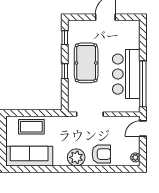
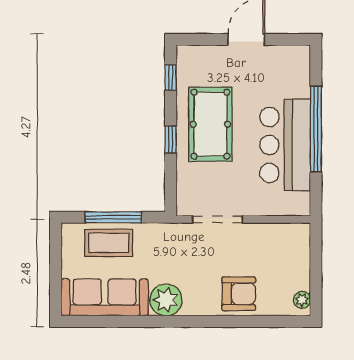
window: (143, 84) -> (316, 129), moved
window: (34, 113) -> (113, 217), added
door: (143, 129) -> (316, 246), removed
plant: (76, 157) -> (166, 300), moved

